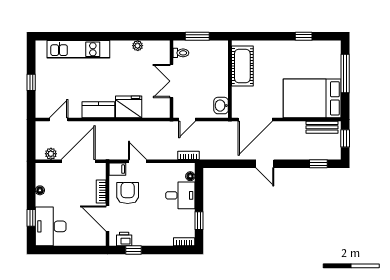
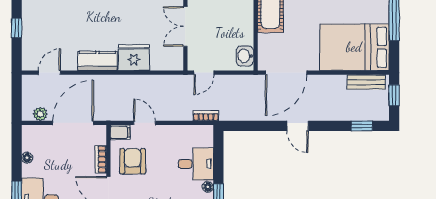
floor lamp: (190, 176) -> (208, 187), moved

